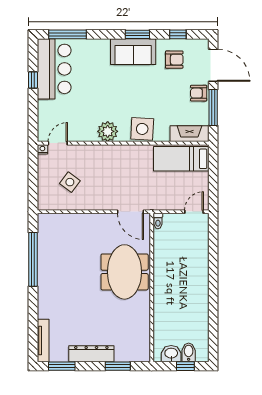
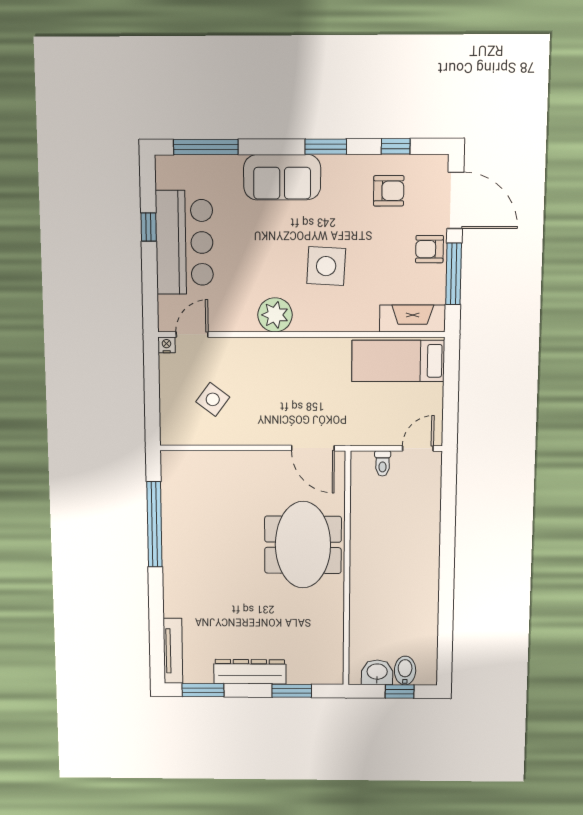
sofa: (133, 52) -> (282, 177), moved
bar counter: (54, 69) -> (184, 243), moved
side table: (142, 129) -> (326, 266), moved
toilet: (158, 221) -> (383, 463), moved

